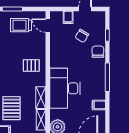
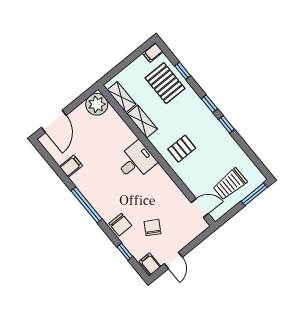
filing cabinet: (68, 17) -> (150, 264), moved
trolley: (21, 25) -> (230, 184), turned 180
desk: (65, 88) -> (136, 161), width x0.53, depth x0.77

